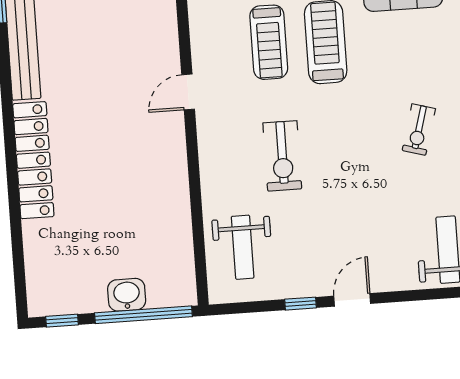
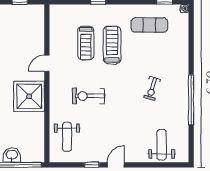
exercise bike: (282, 156) -> (88, 96), turned 90
shower: (155, 166) -> (29, 96), added

